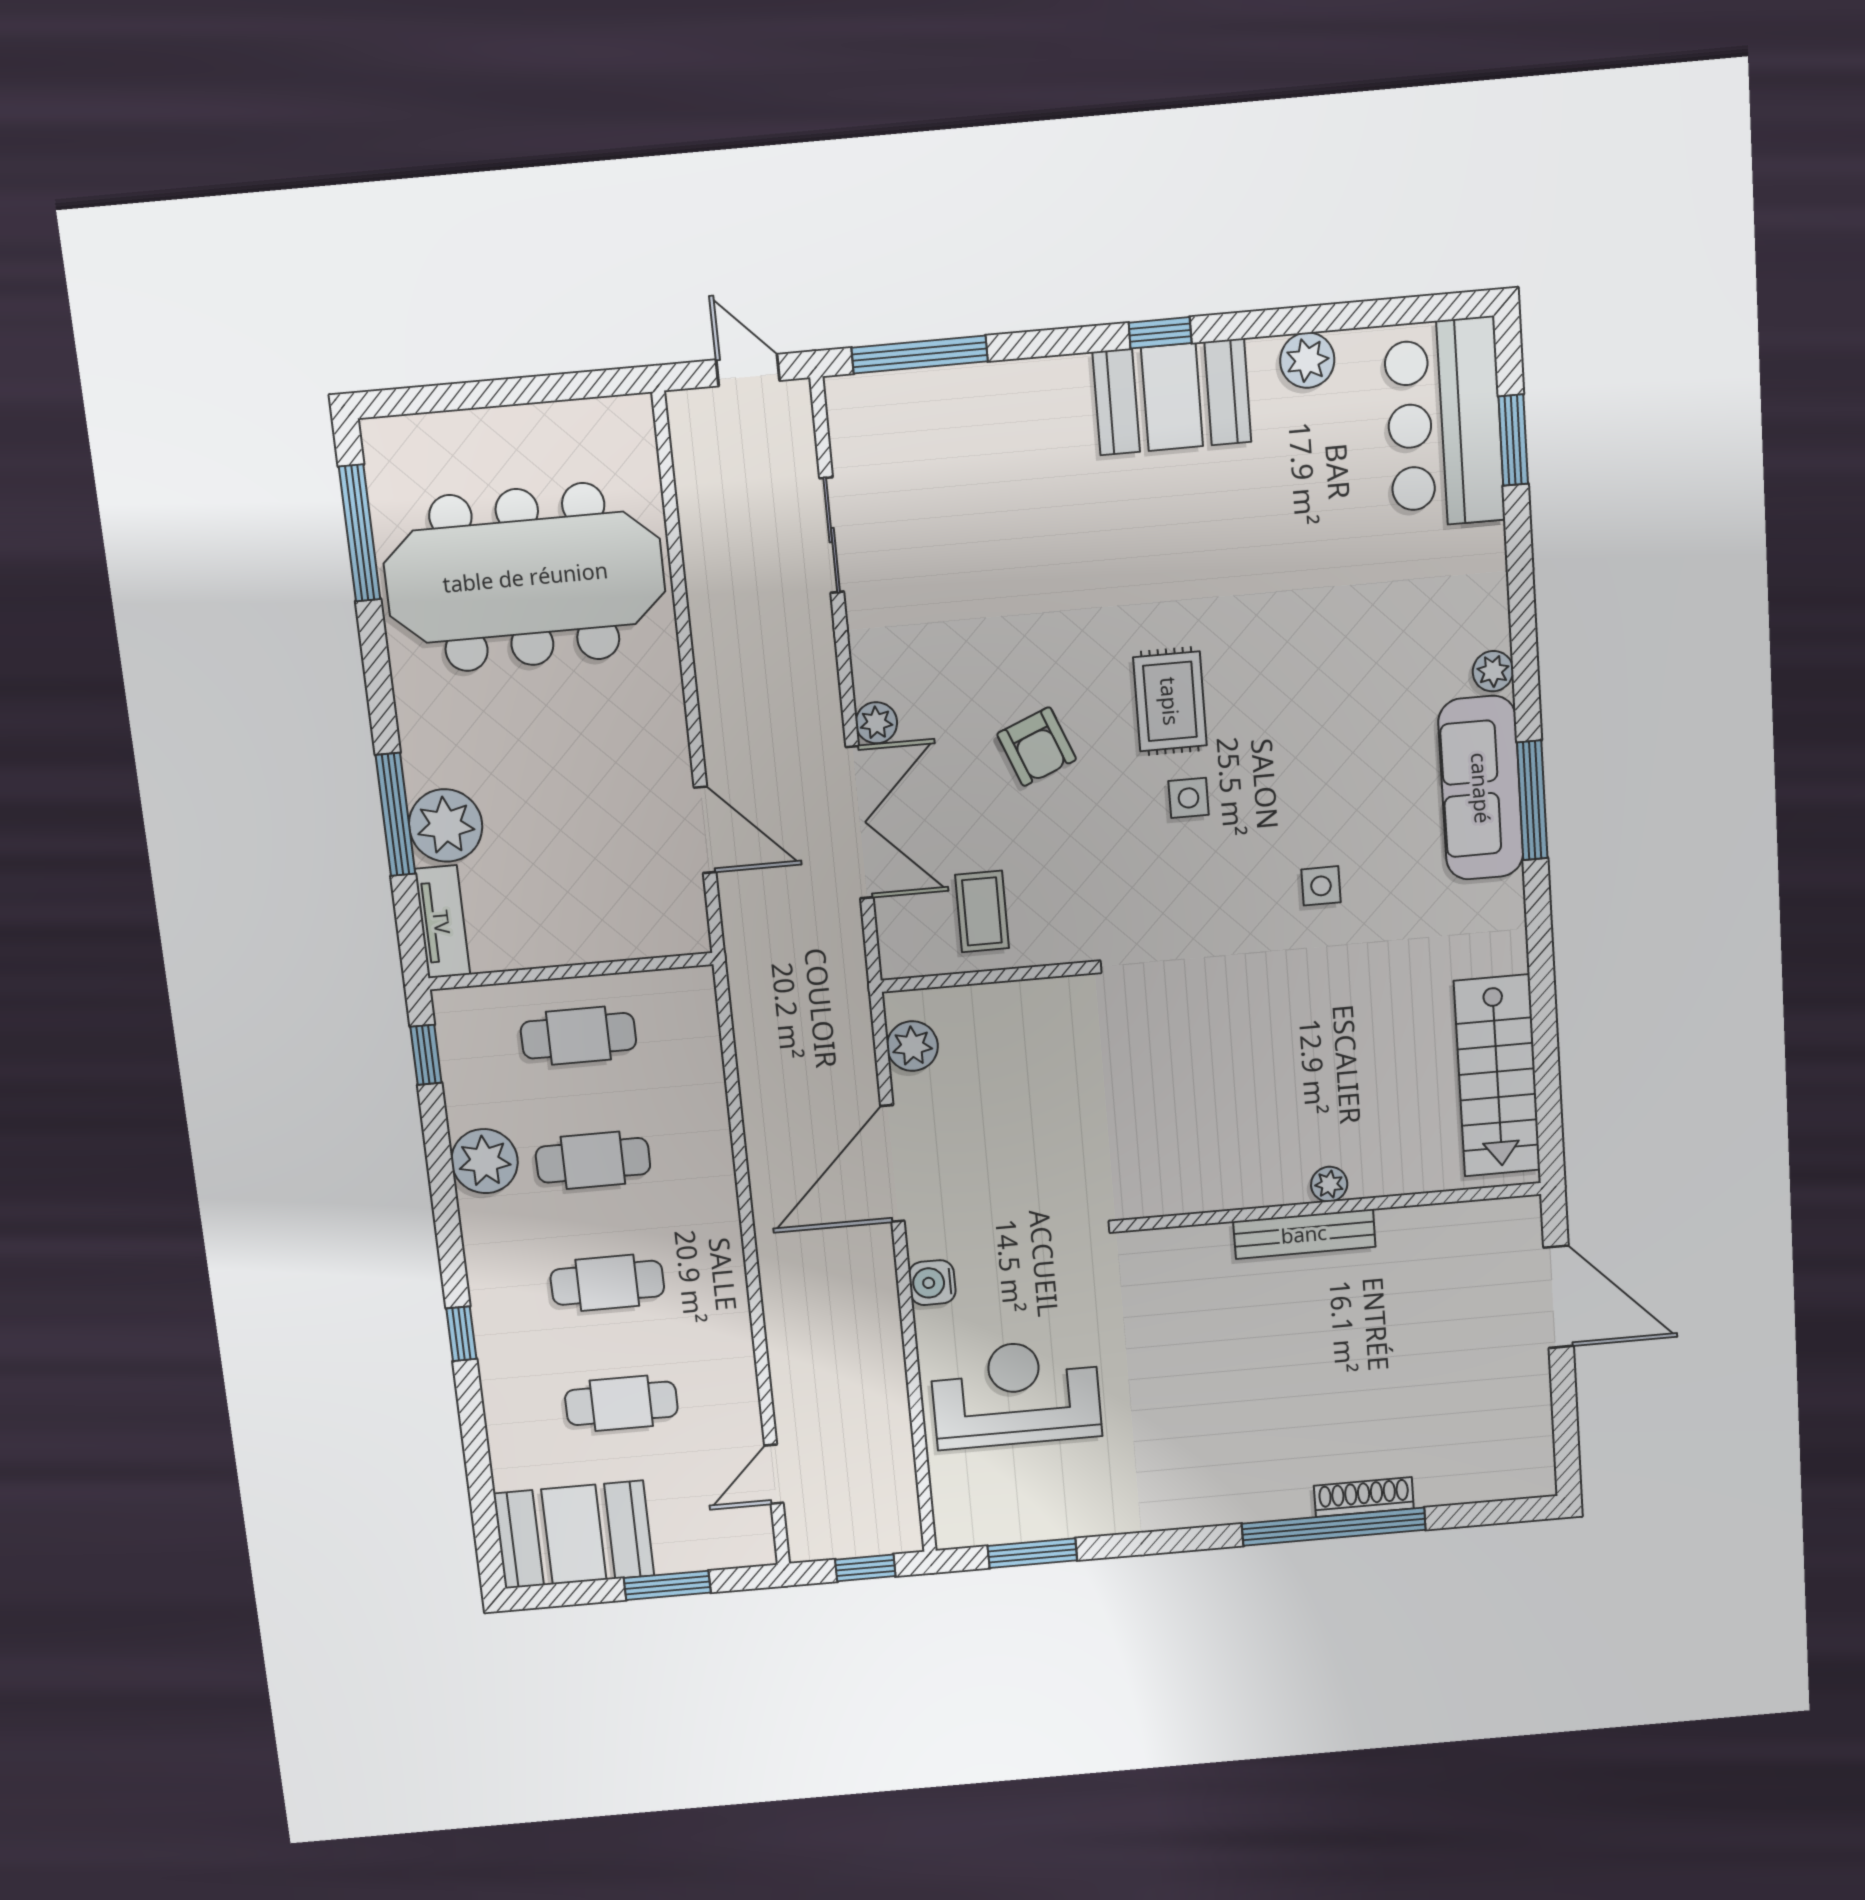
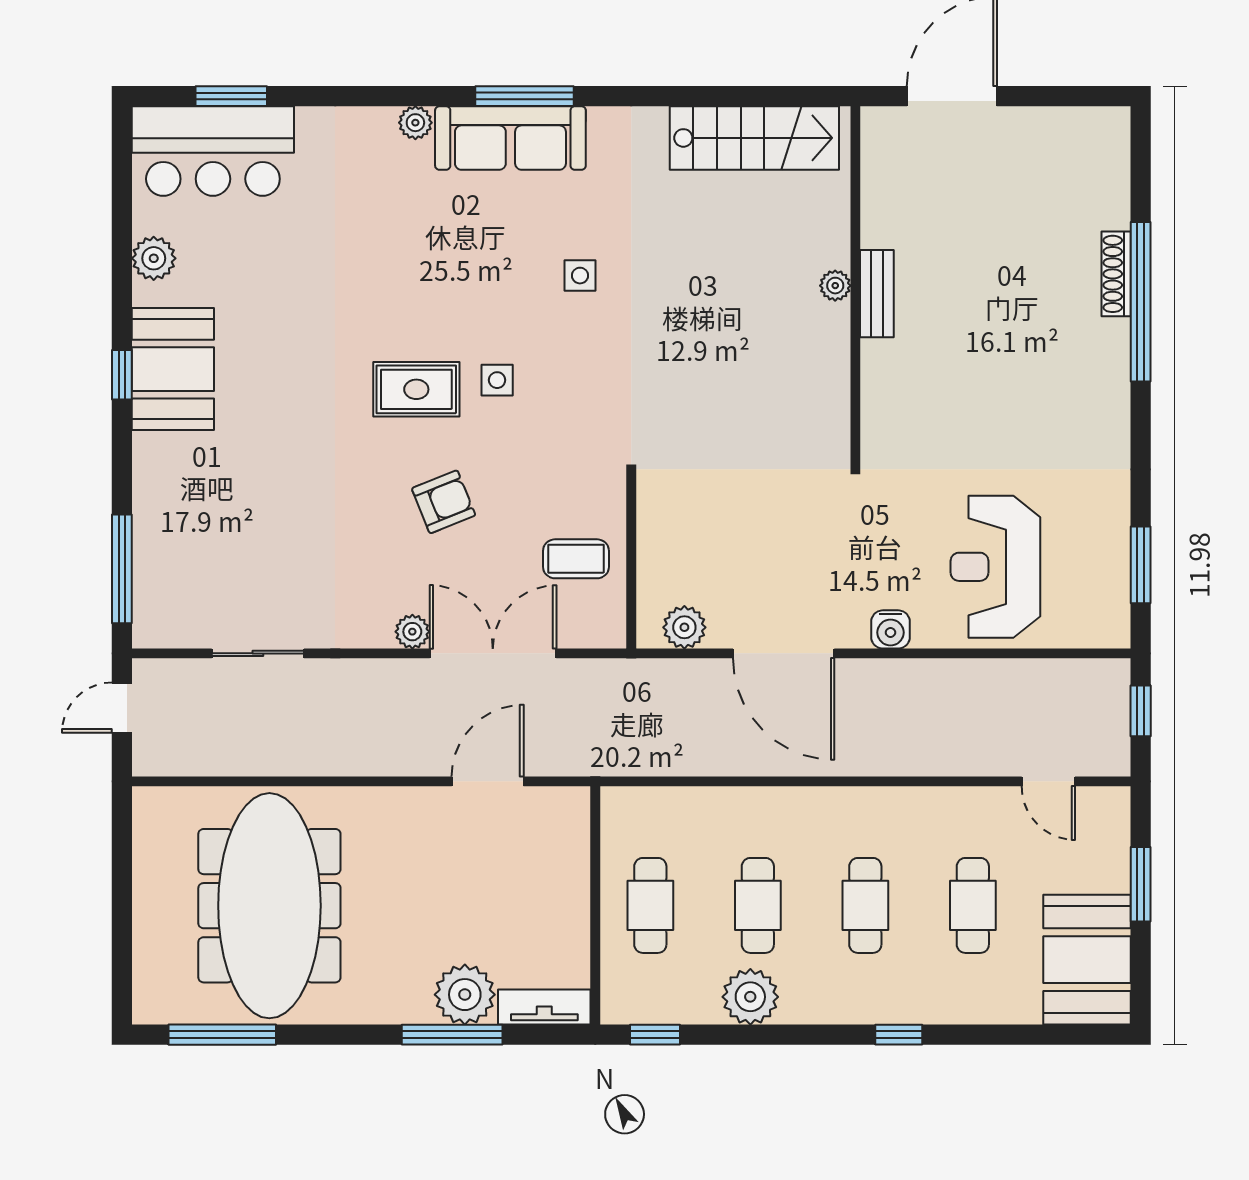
bench: (1304, 1234) -> (877, 294), width x0.73

